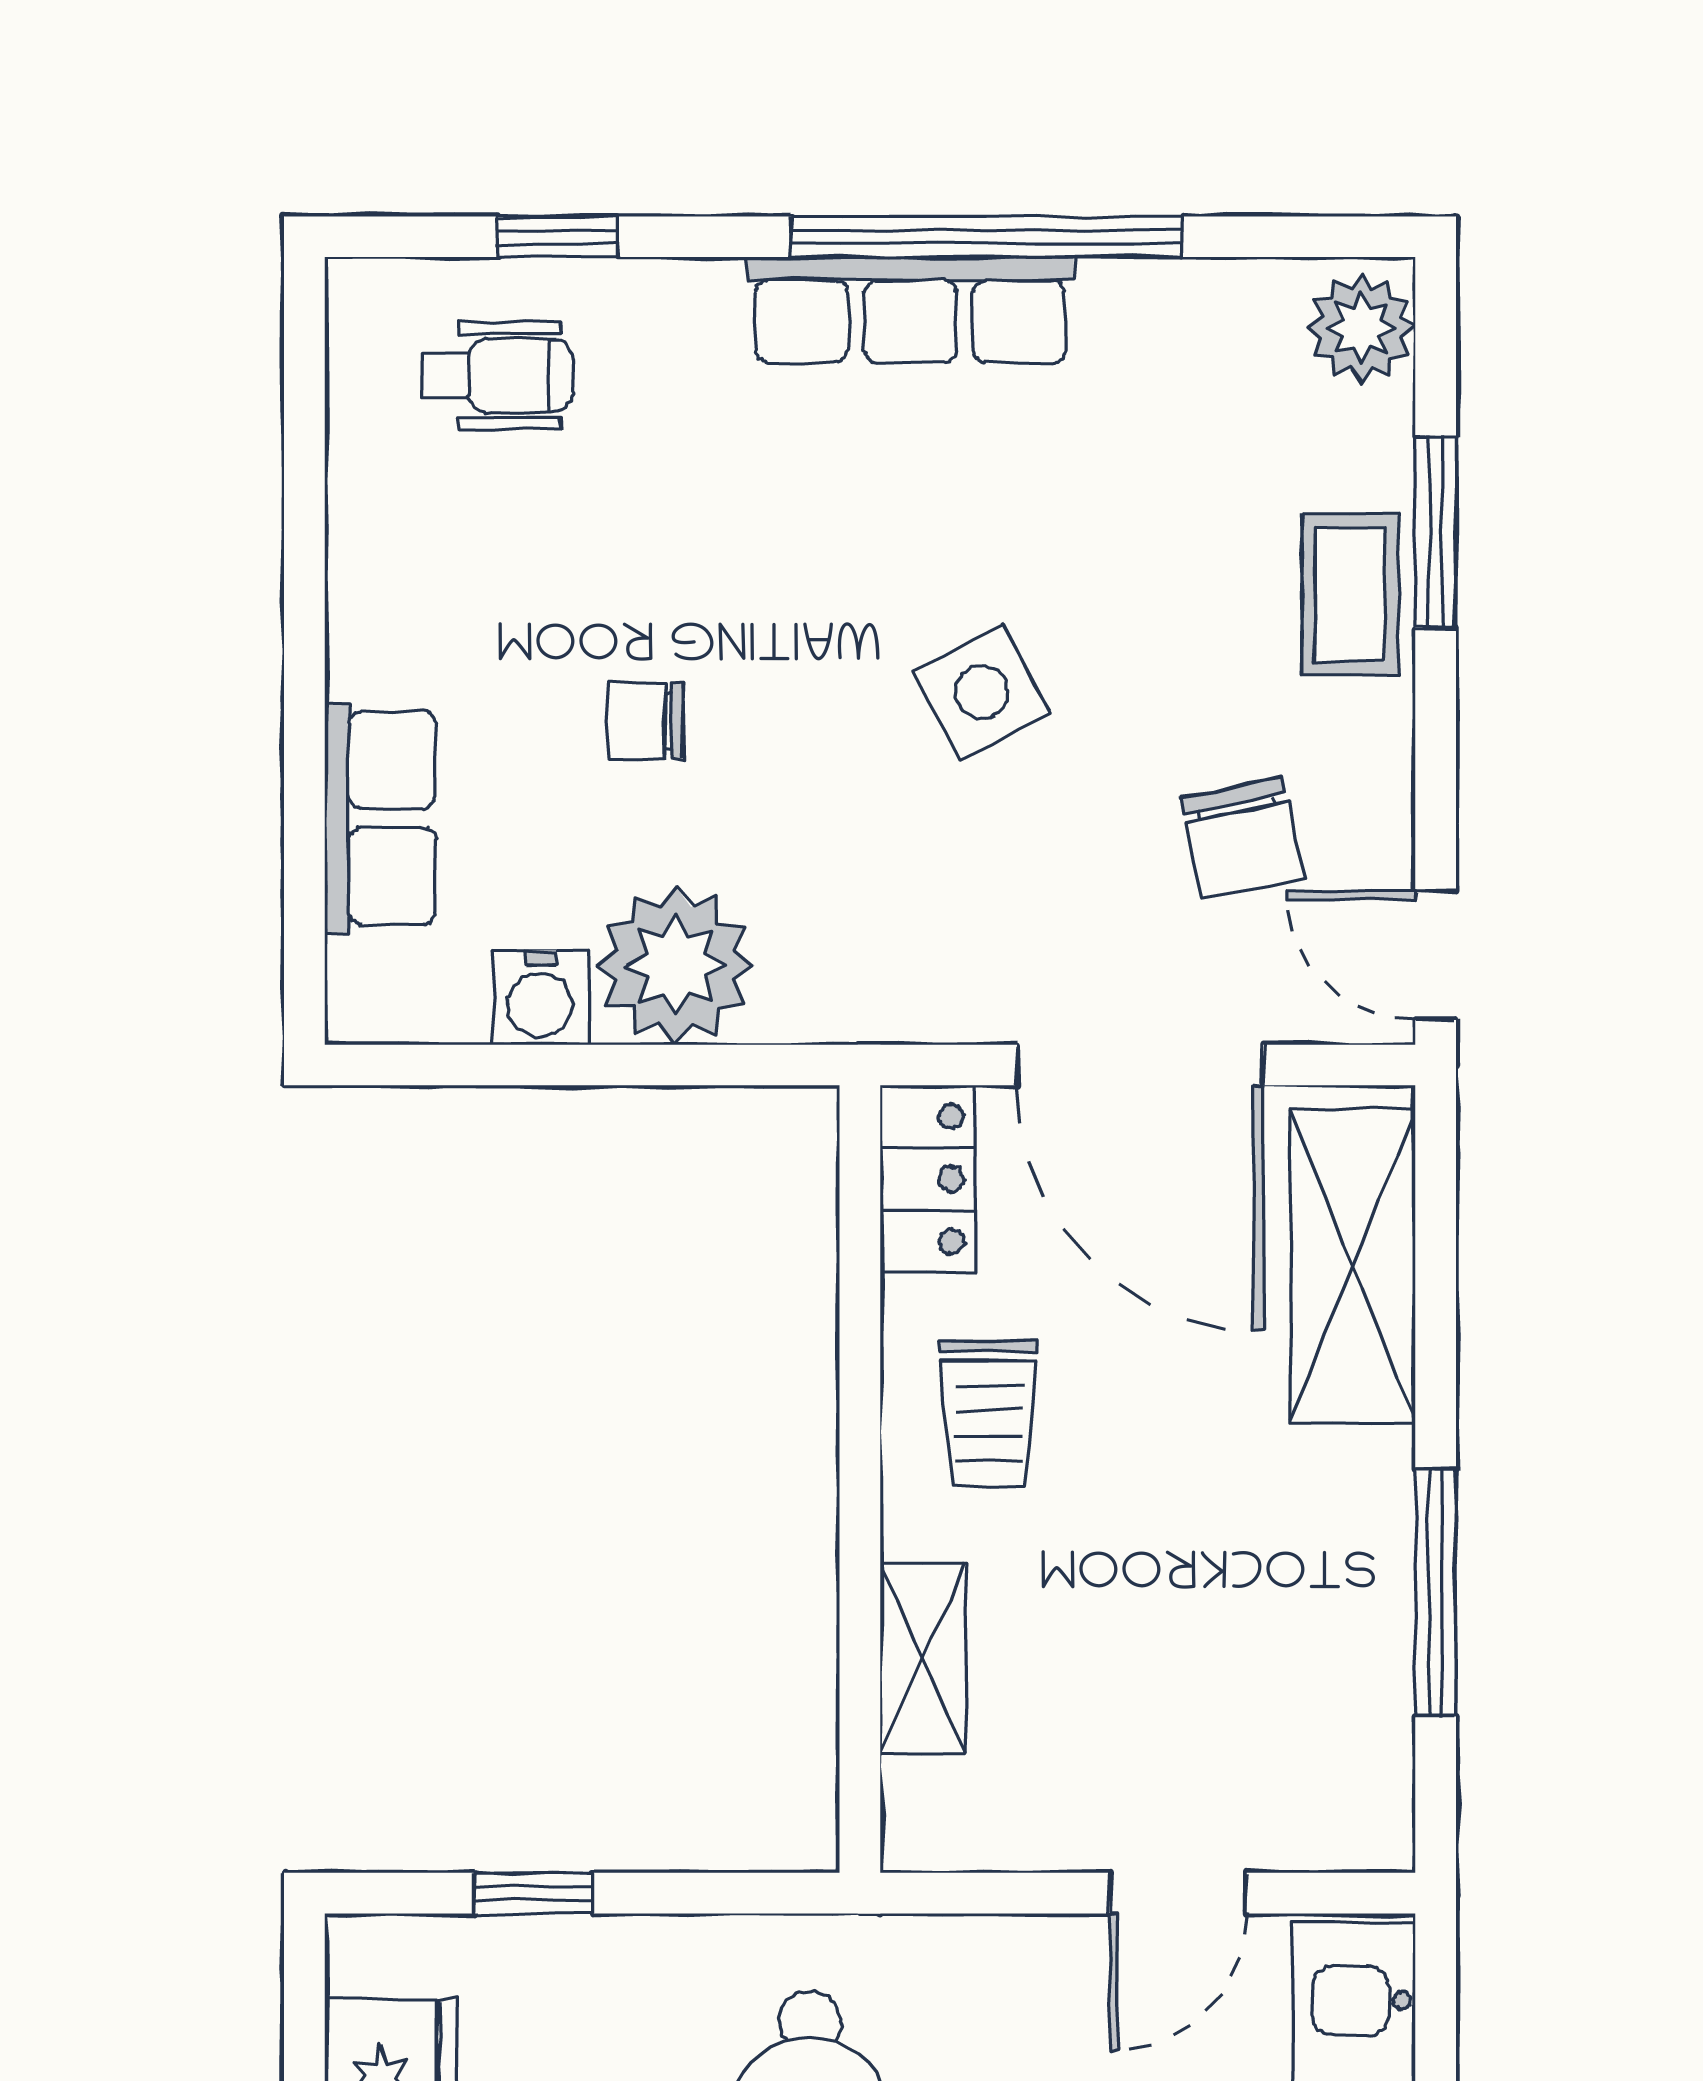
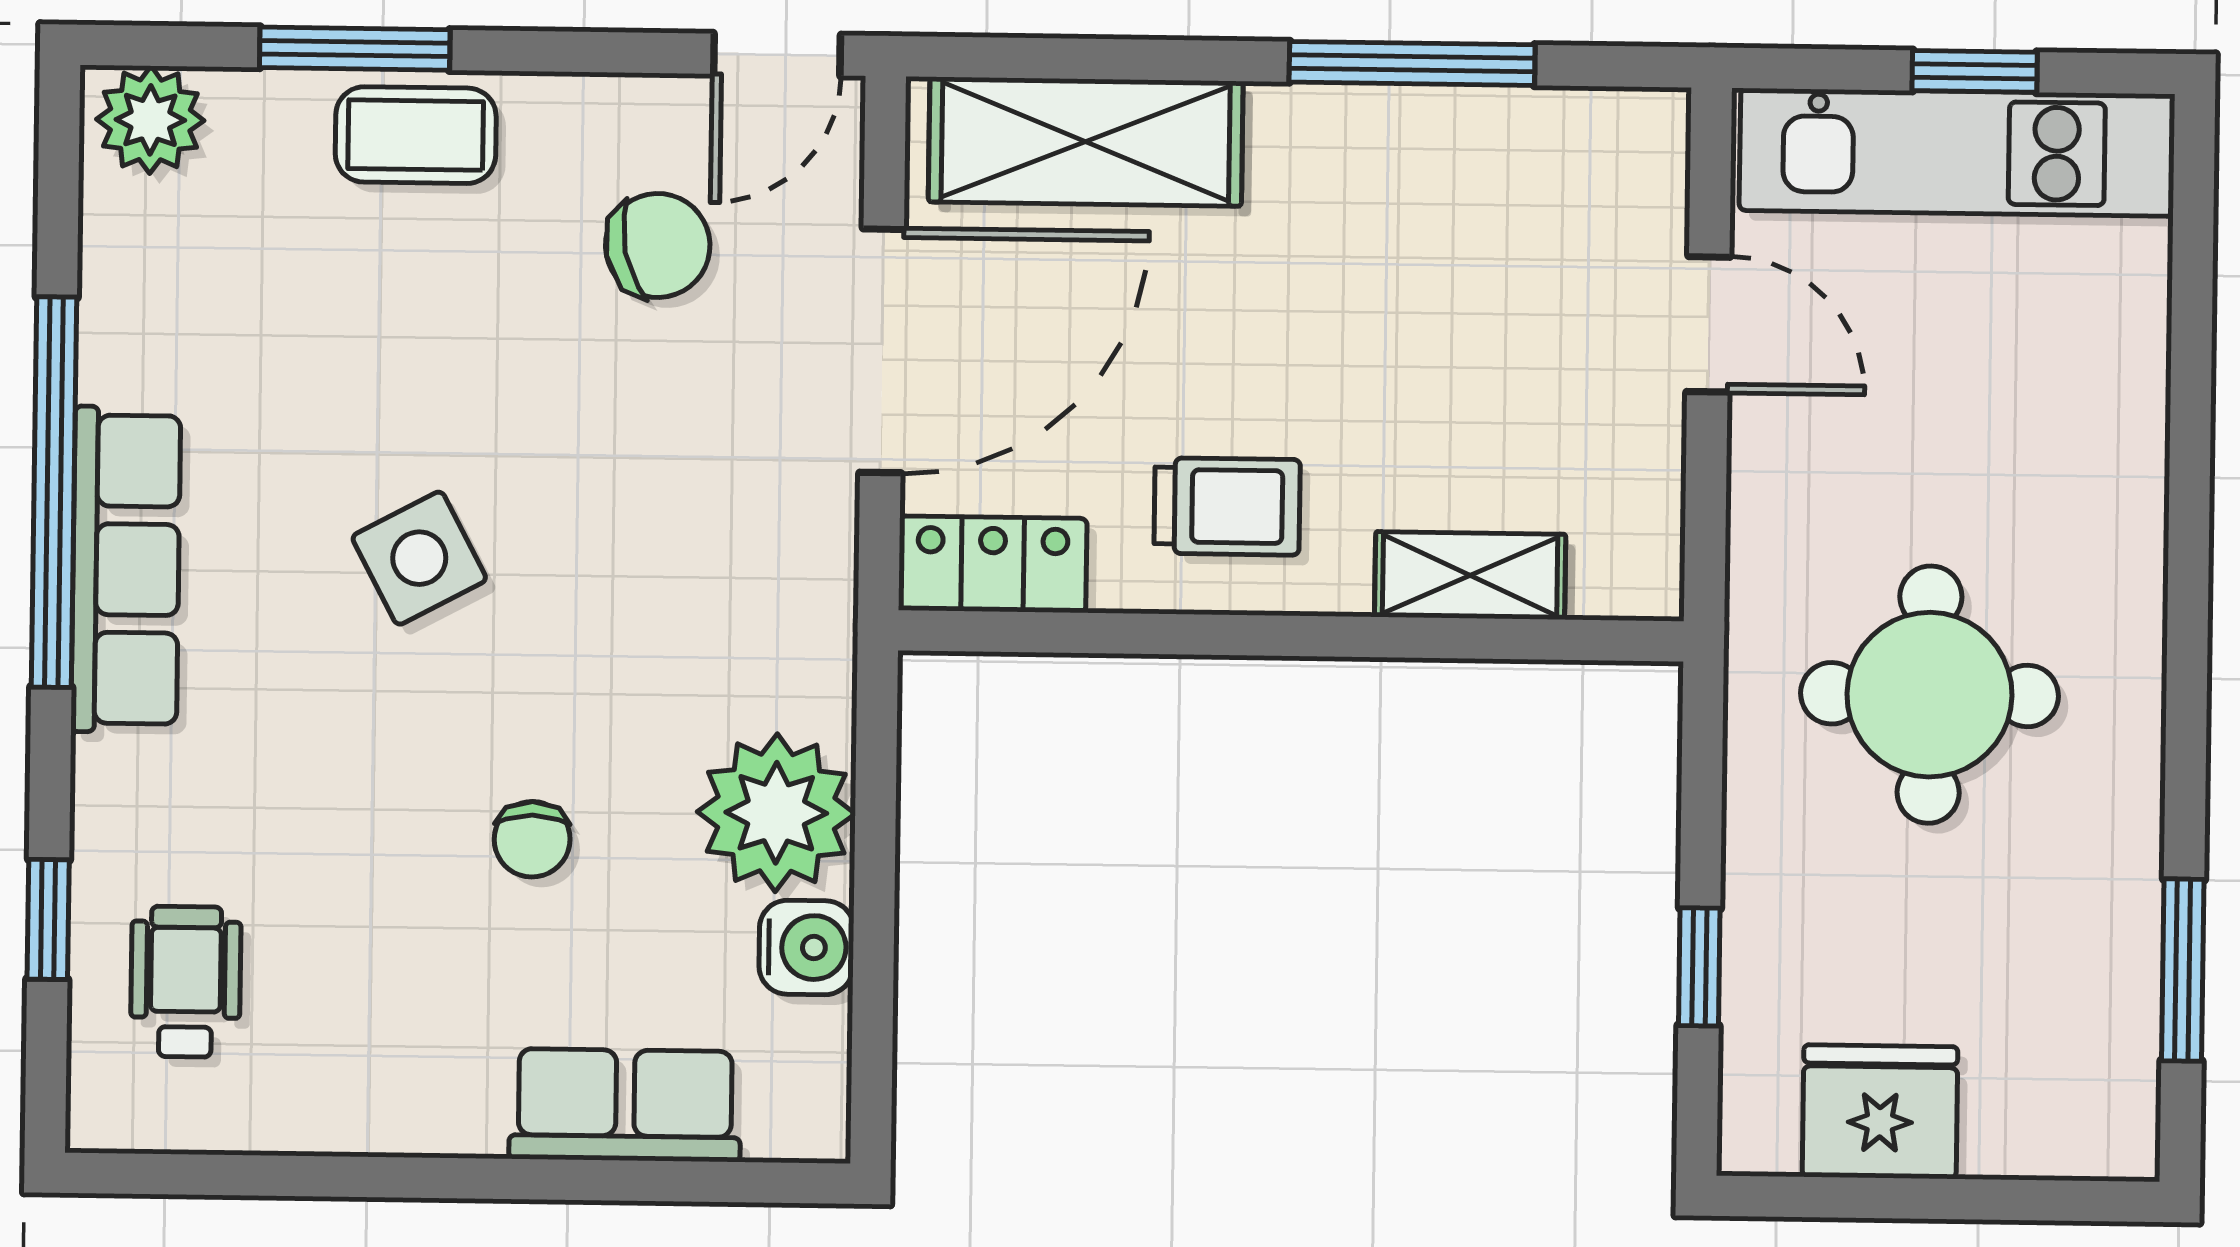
side table: (982, 692) -> (419, 558), moved

